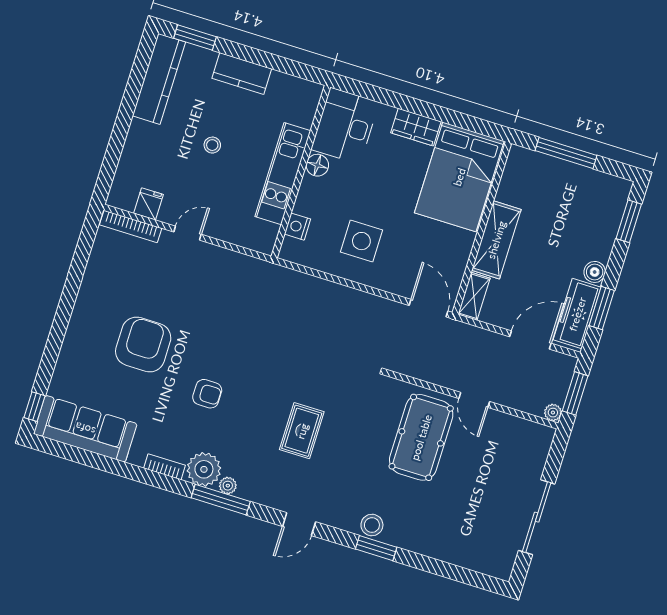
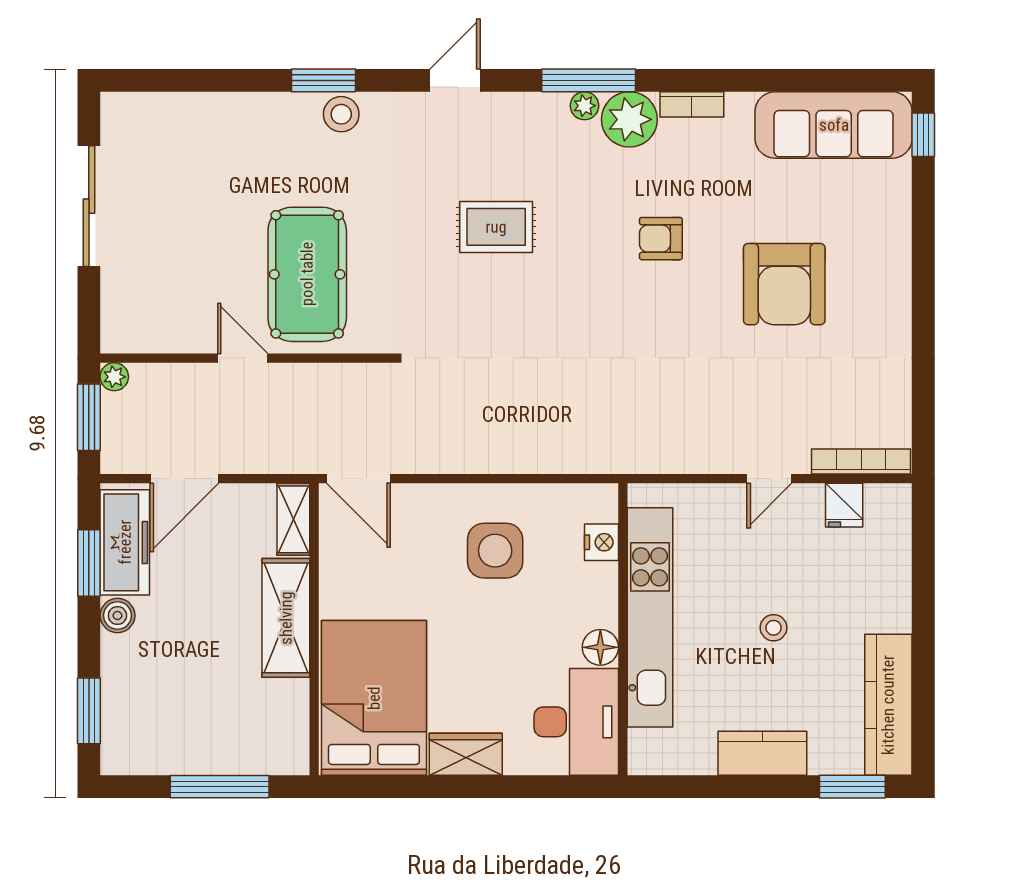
kitchen unit: (283, 174) -> (650, 617), width x1.36
rug: (302, 431) -> (496, 227), turned 90

